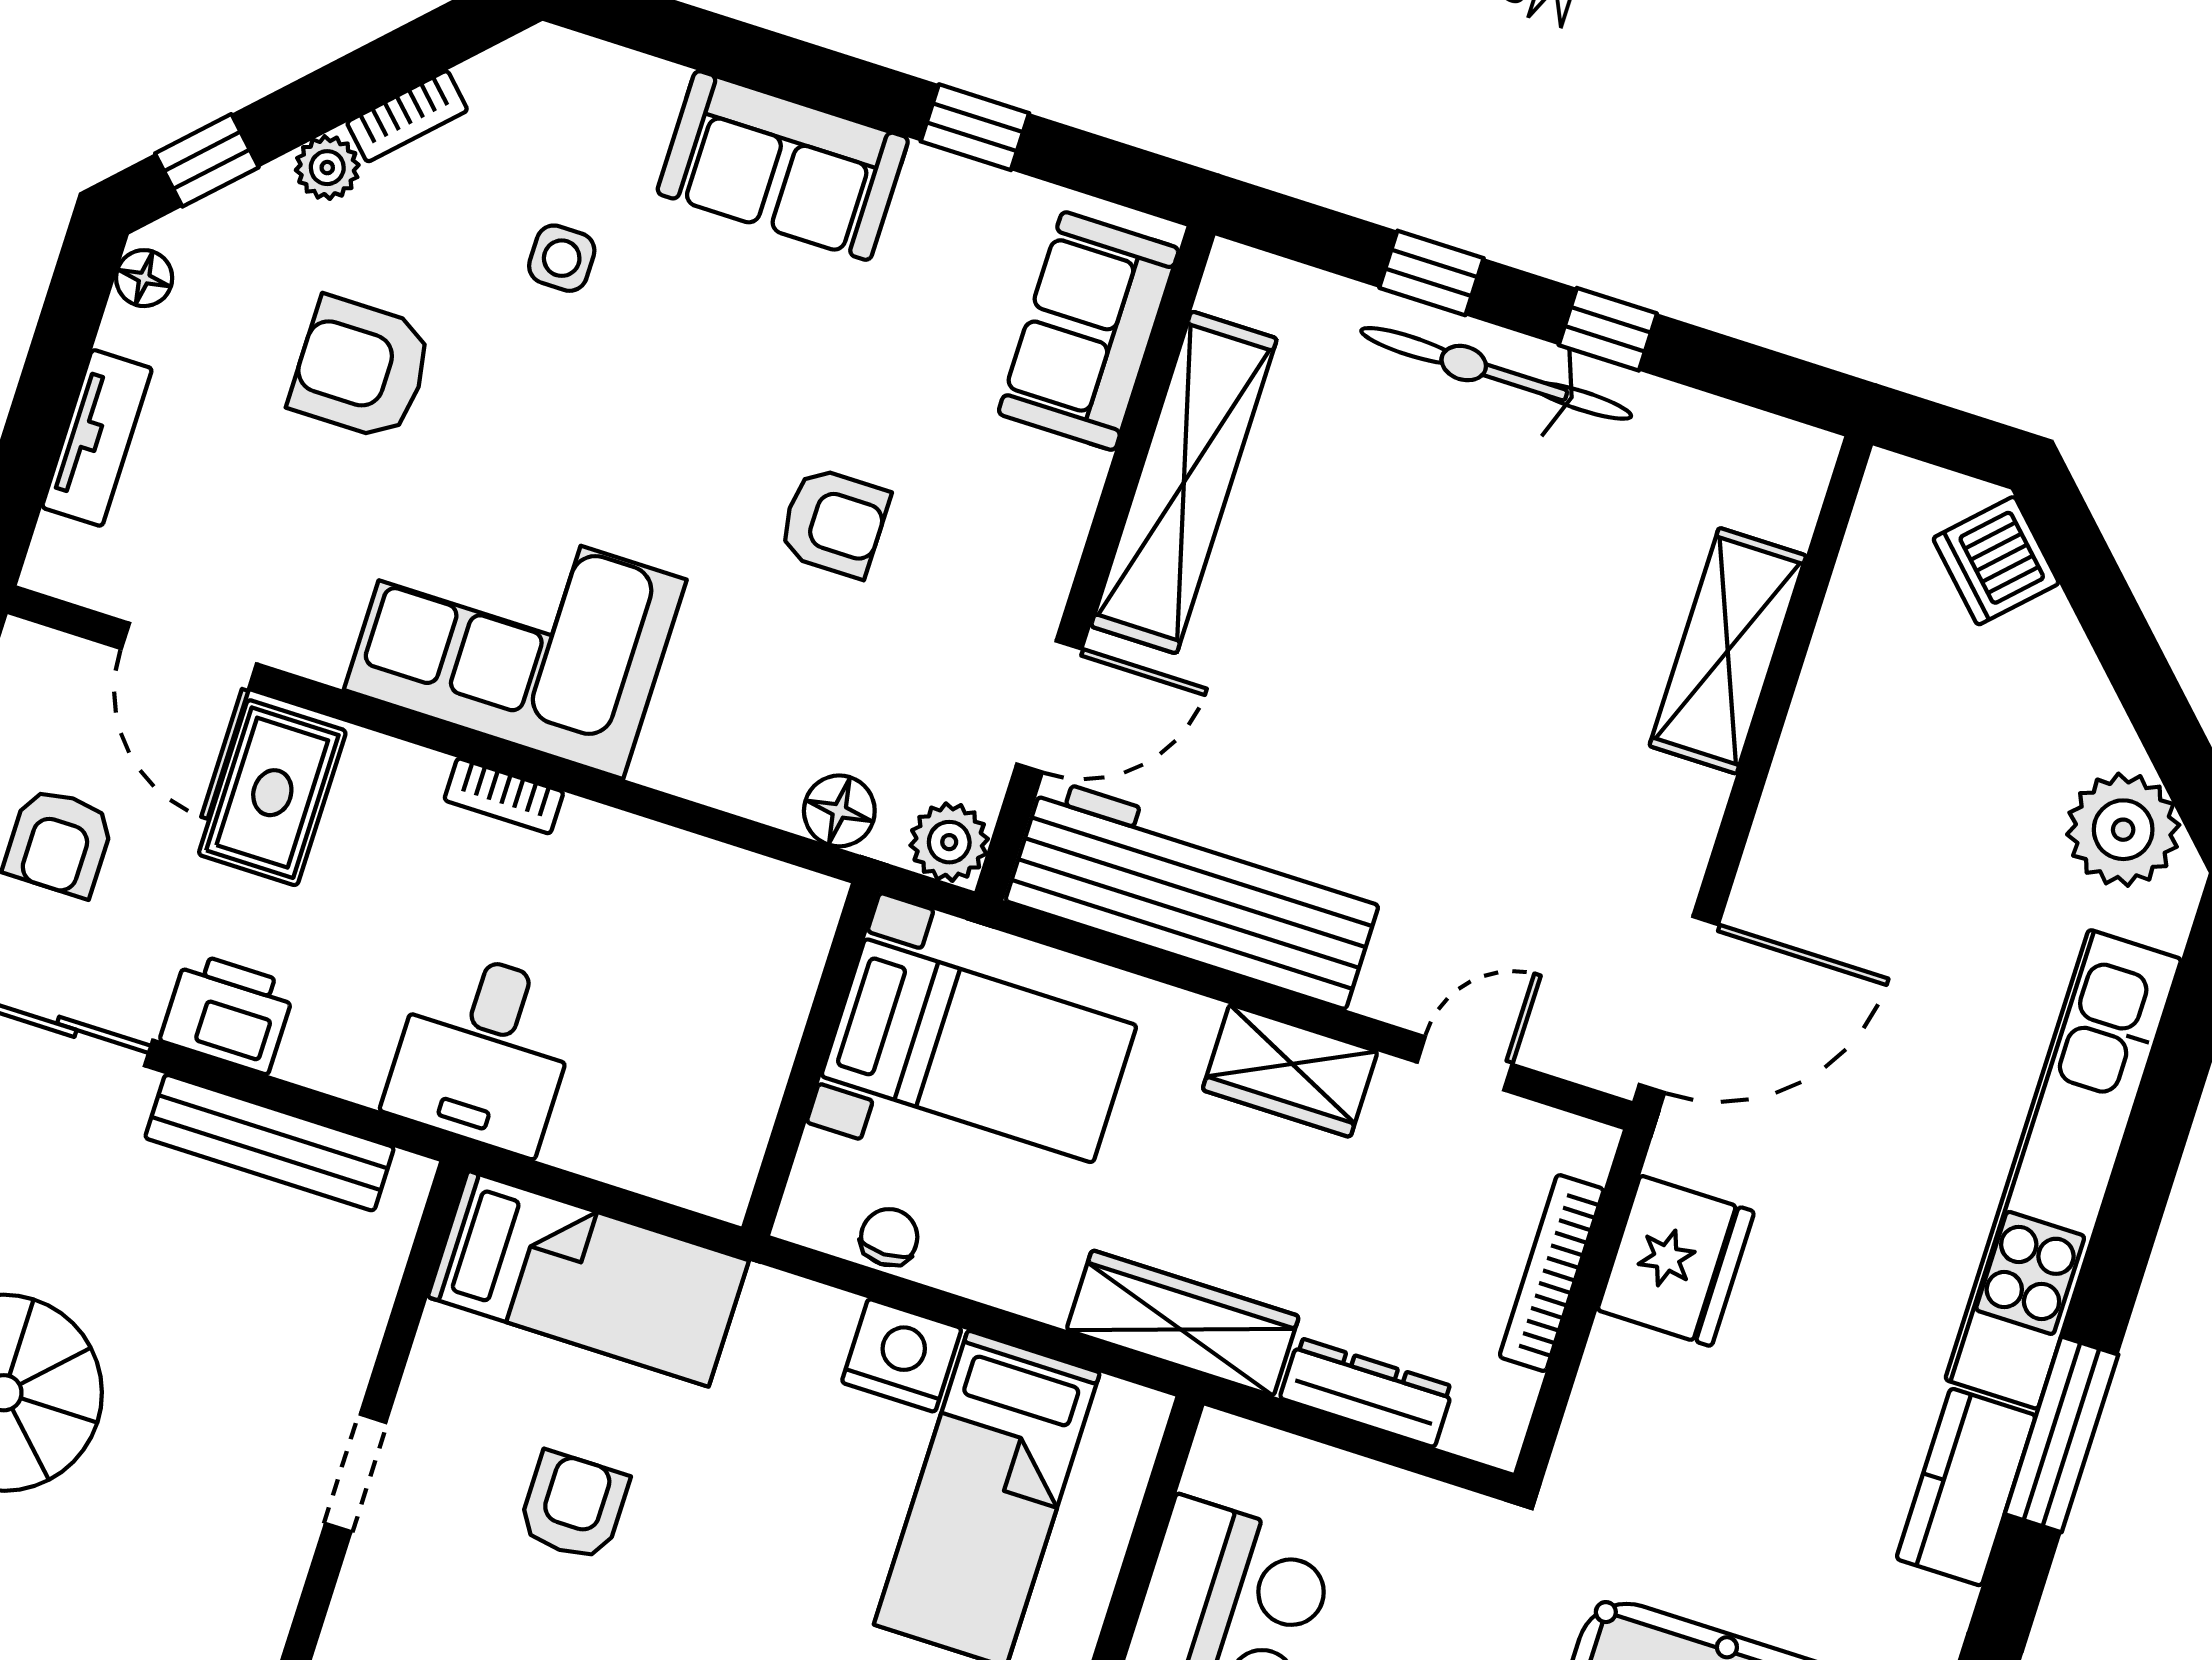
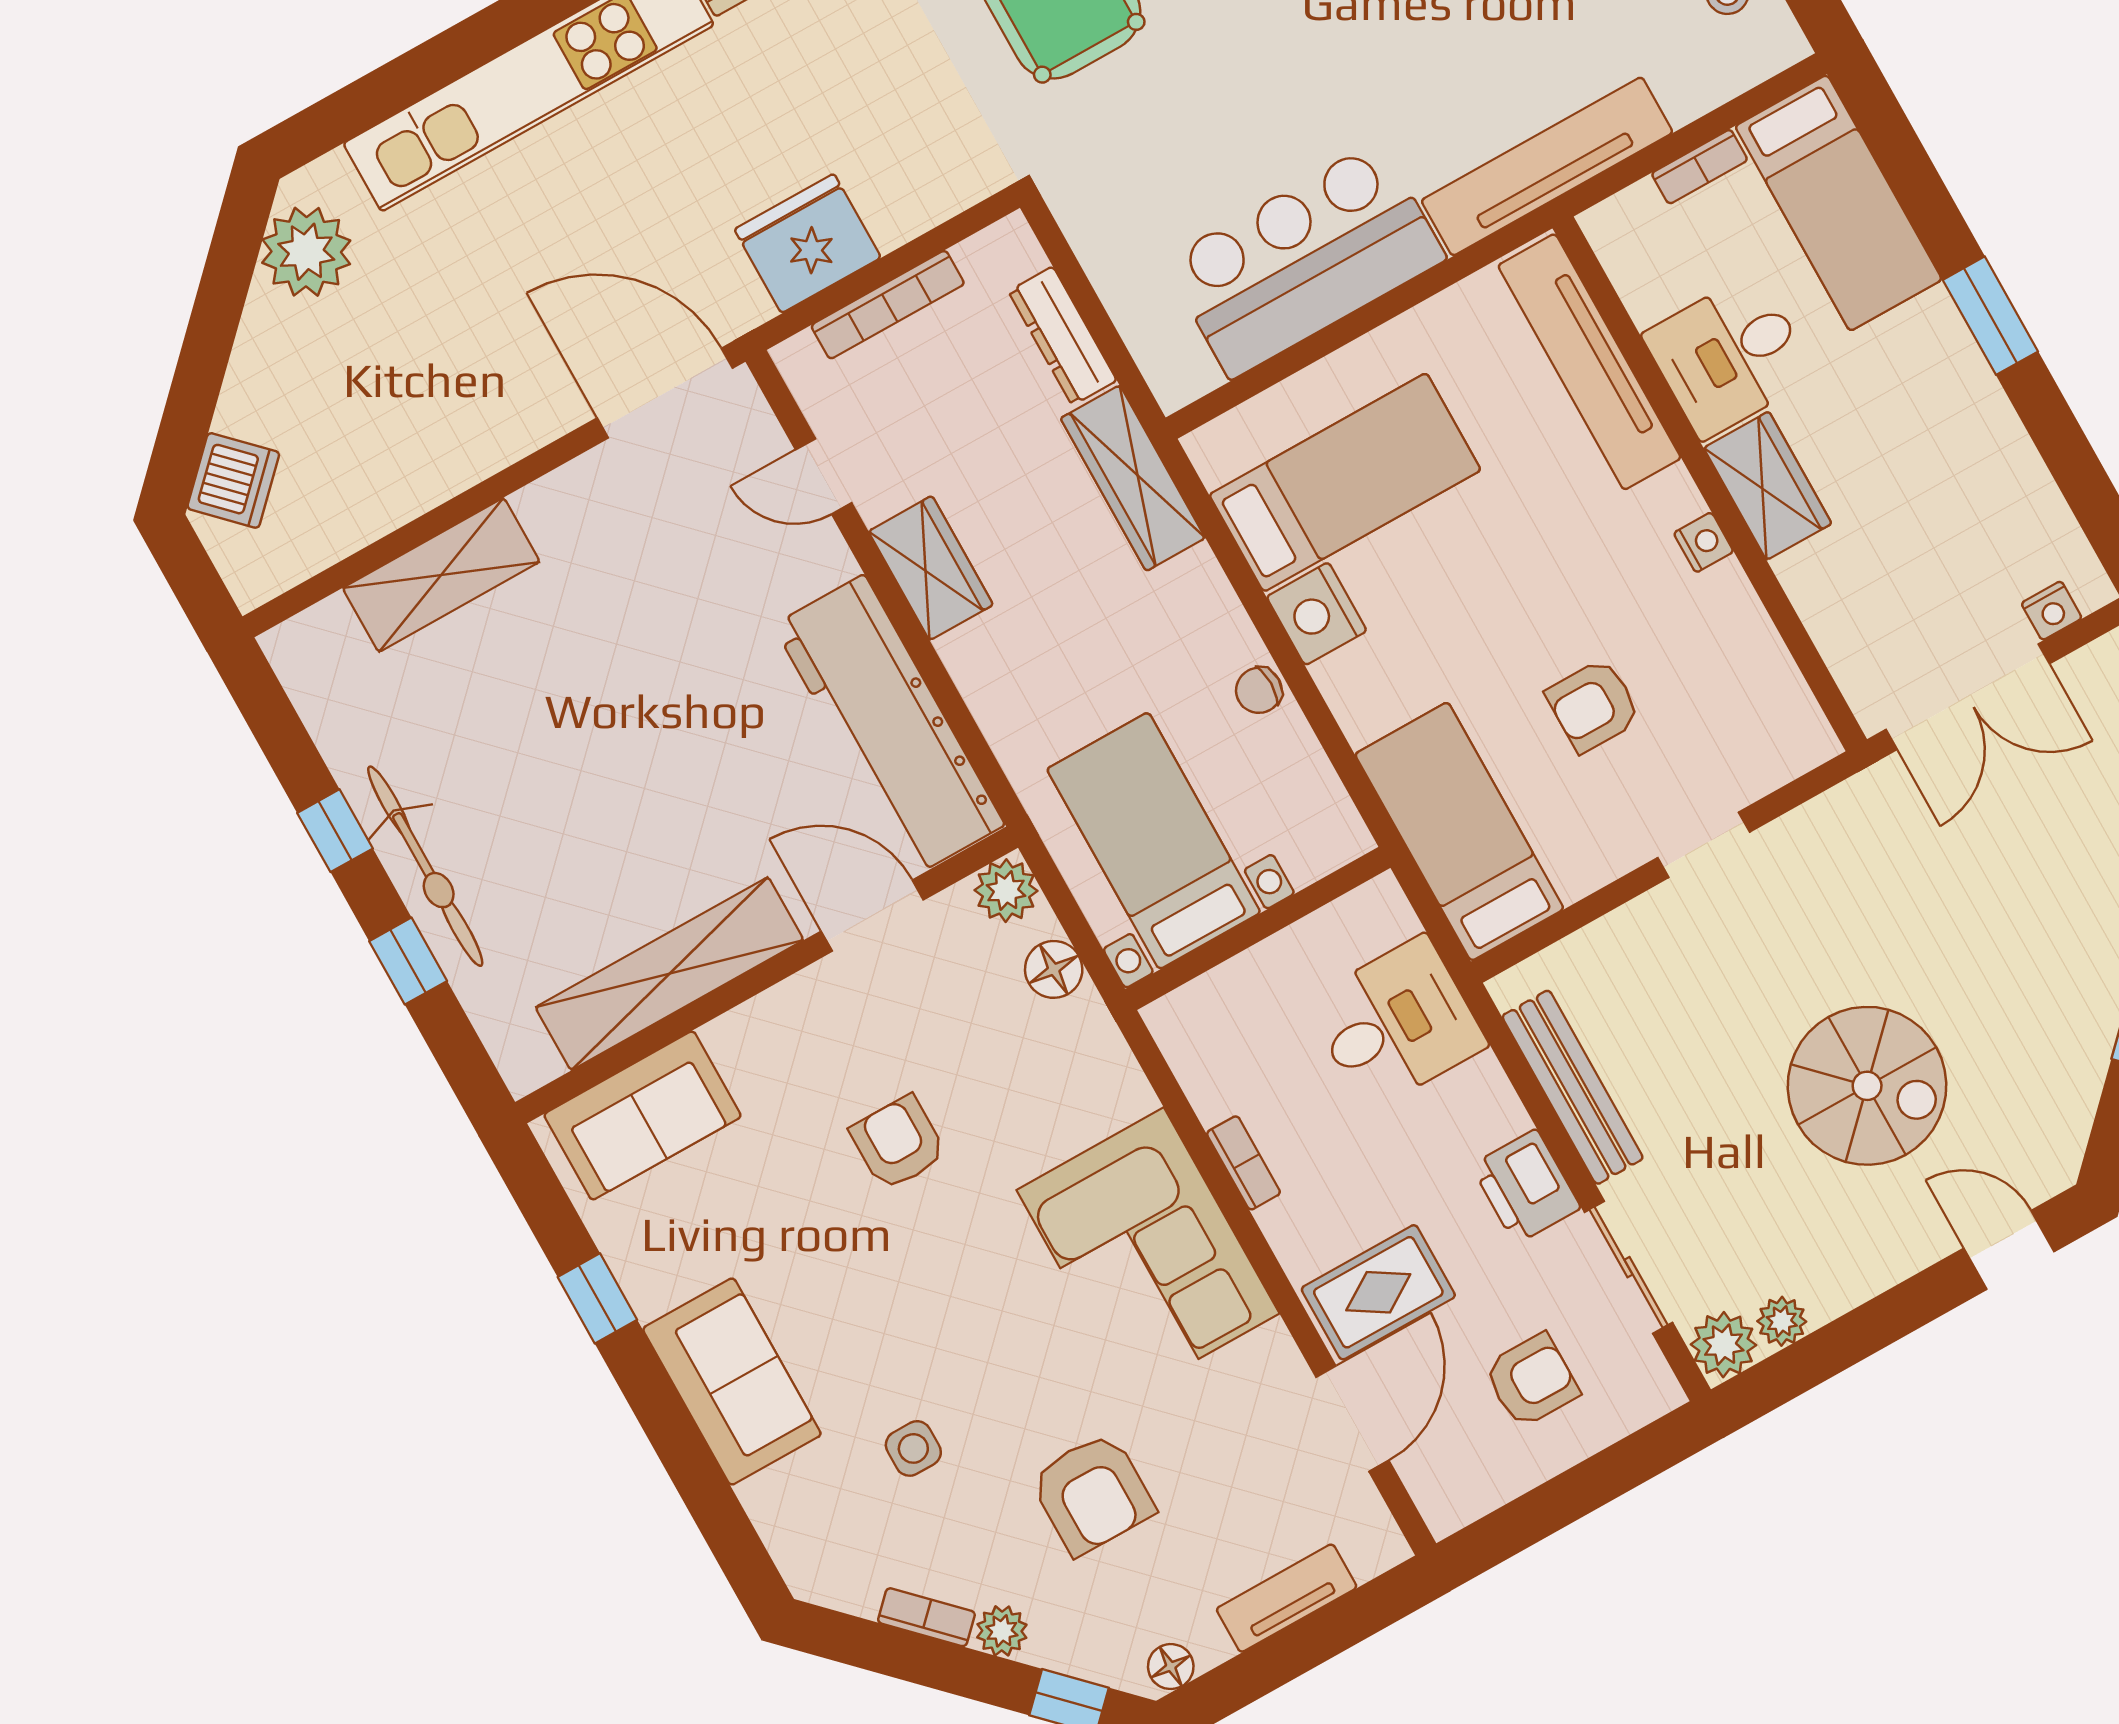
bed with nightstands: (979, 1051) -> (1154, 841), moved
wall: (811, 1059) -> (1258, 928), moved

